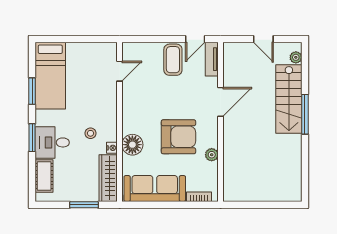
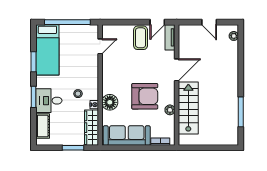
window: (76, 39) -> (67, 22), added
stairs: (289, 99) -> (188, 108), moved, turned 180
window: (305, 114) -> (241, 112), moved

